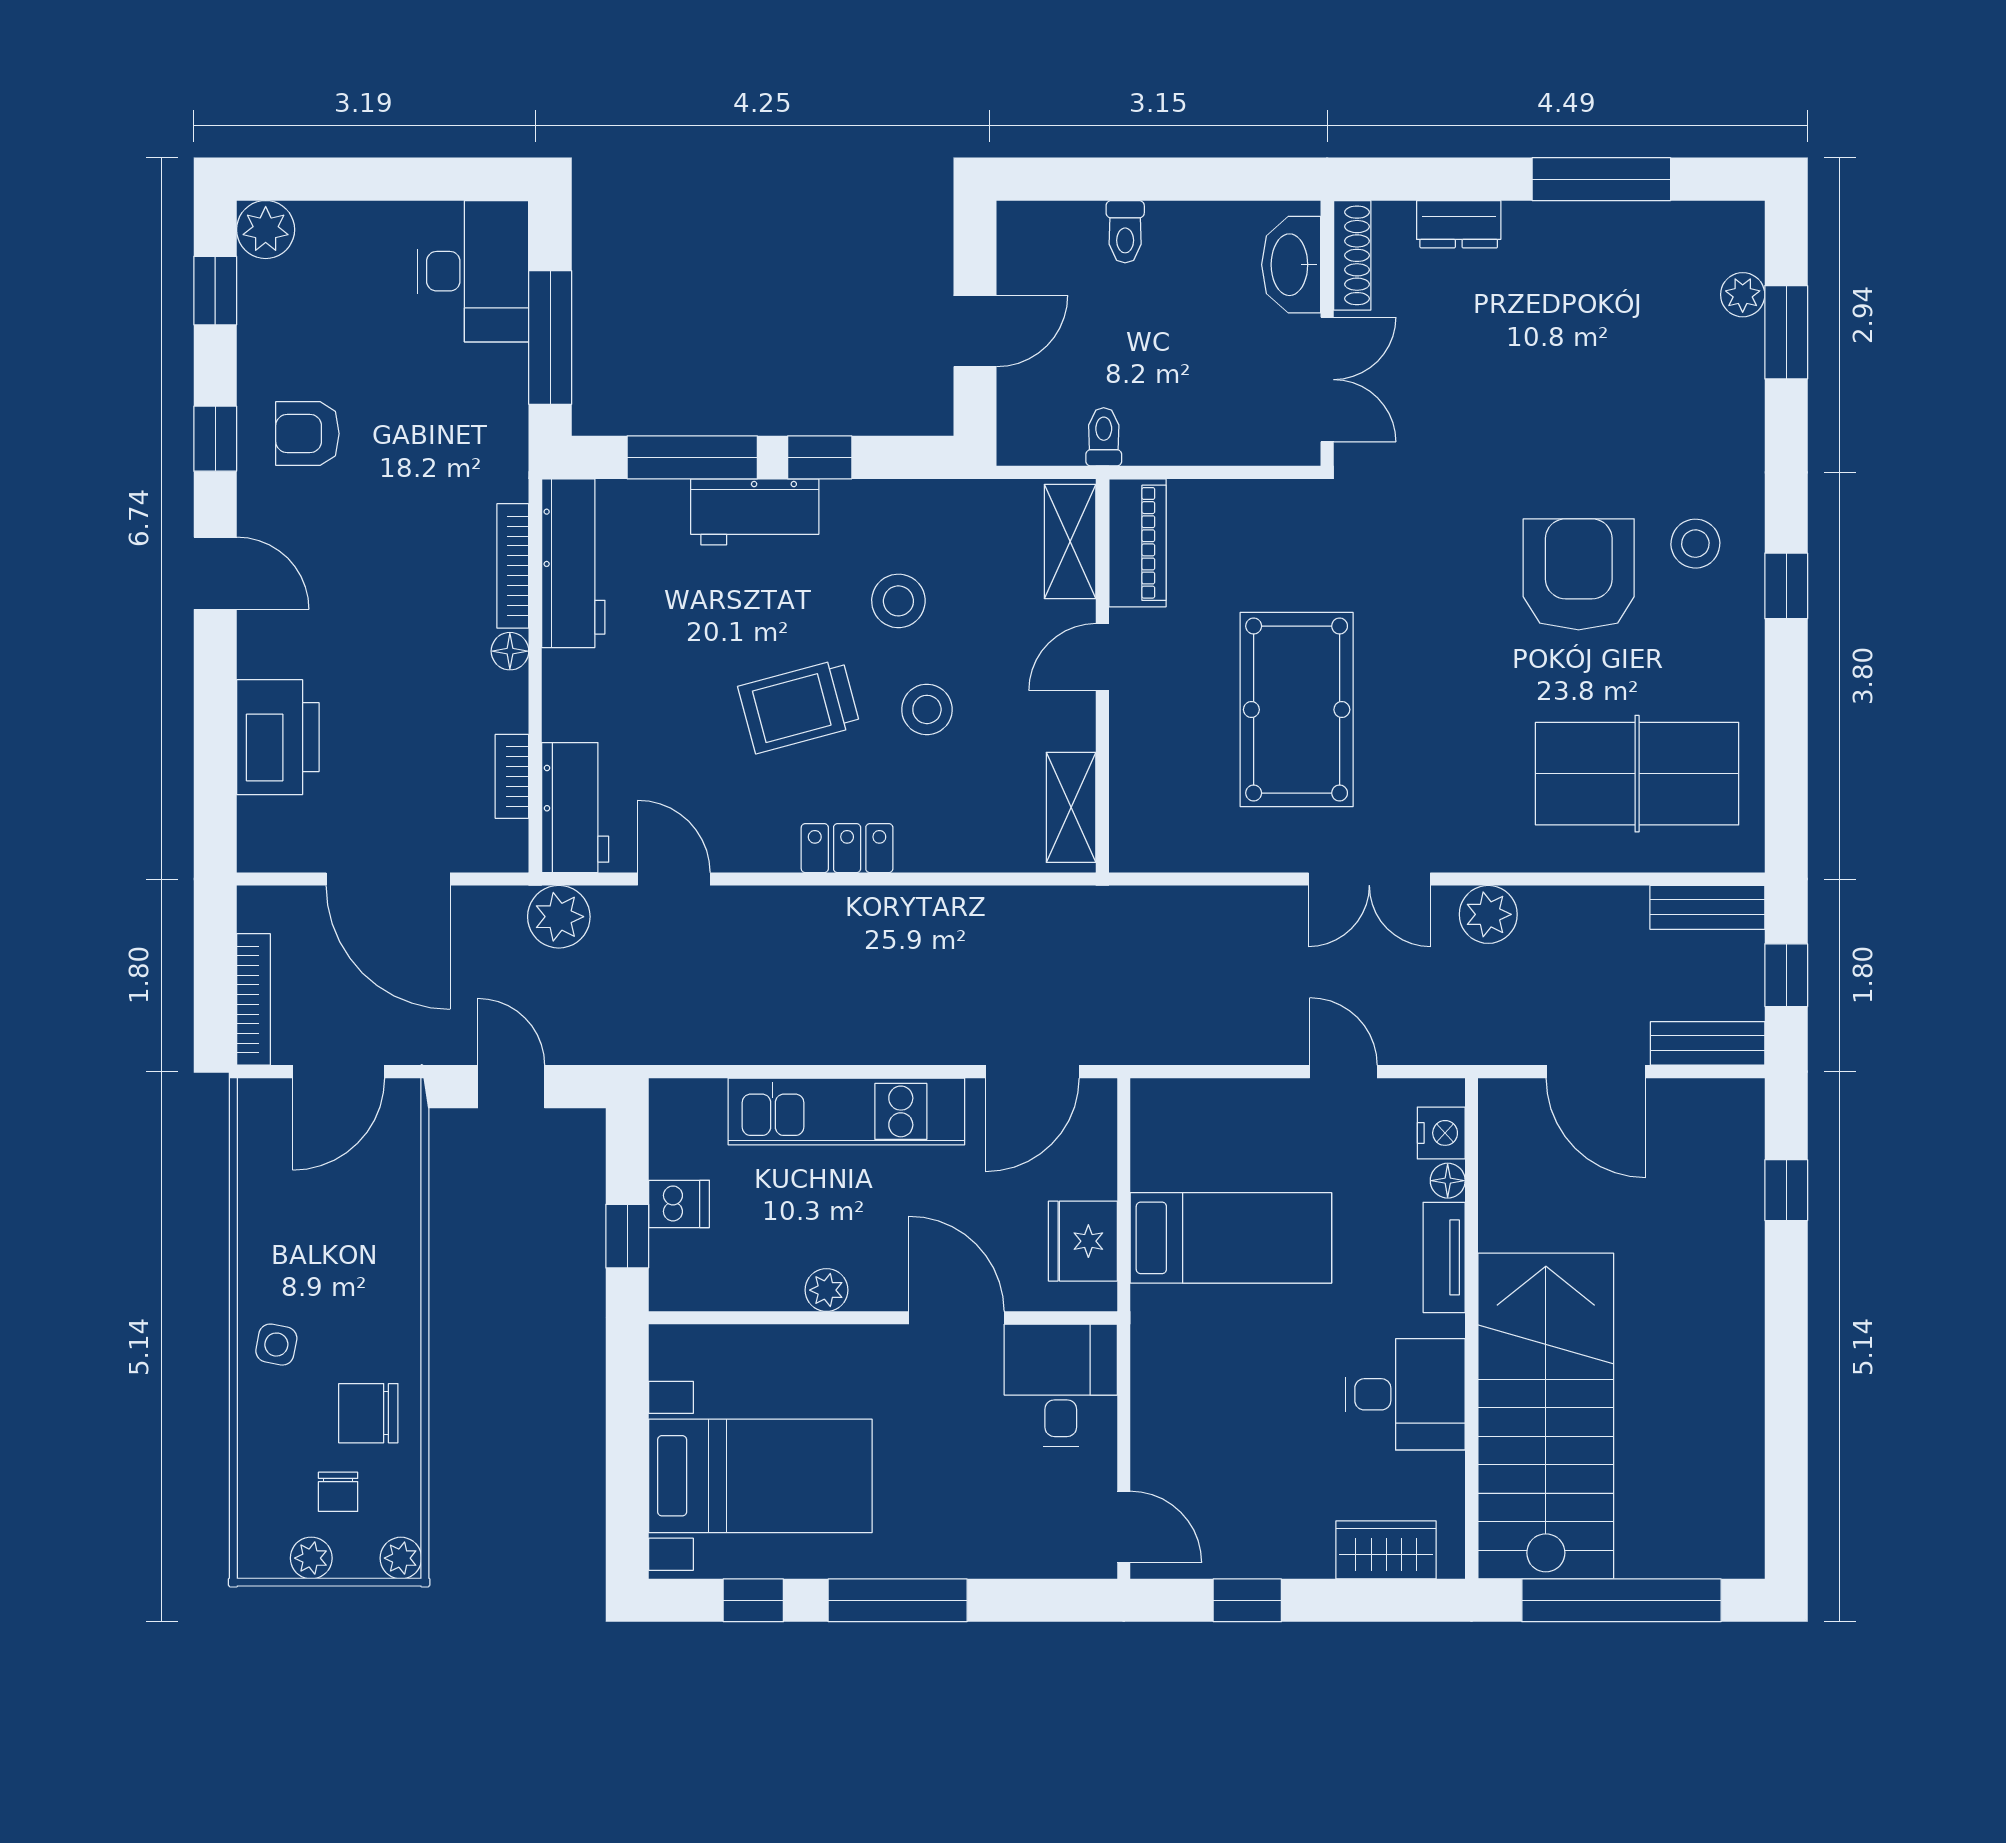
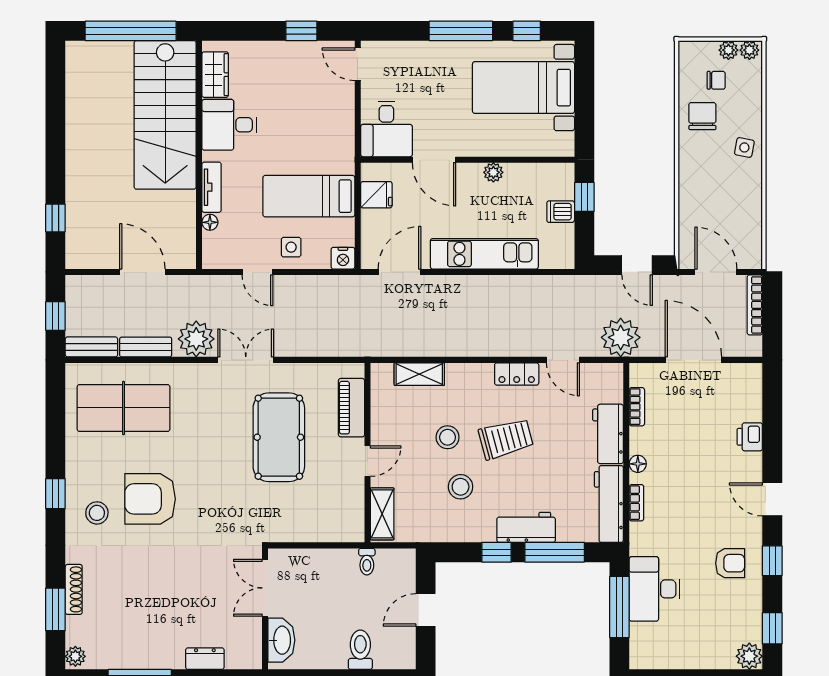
toilet: (1125, 232) -> (360, 650), width x1.37, depth x1.39
shoe rack: (1352, 255) -> (74, 589), moved, turned 180
desk: (473, 271) -> (655, 589), moved
plant: (1743, 295) -> (75, 656), moved
piano: (1137, 543) -> (351, 408), moved
bookcase: (513, 566) -> (636, 503), width x0.64
armchair: (1579, 574) -> (150, 499), turned 90
printer: (278, 737) -> (750, 437), width x0.53, depth x0.68
shelving: (1071, 807) -> (419, 374), moved, turned 90
workbench: (575, 808) -> (608, 434), moved
locker: (847, 848) -> (517, 374), moved
plant: (1488, 914) -> (196, 339), width x1.36, depth x1.36
plant: (559, 917) -> (621, 337), width x1.36, depth x1.36
bench: (1708, 1043) -> (146, 347), moved
door: (339, 1072) -> (716, 272), hinge flipped
side table: (1270, 1126) -> (291, 247), added
nightstand: (1441, 1133) -> (343, 258), moved, turned -90
fridge: (1083, 1241) -> (376, 195), width x0.72
chair: (368, 1413) -> (702, 116), turned -90
chair: (338, 1492) -> (716, 80), turned 90
wardrobe: (1386, 1550) -> (215, 75), moved, turned -90
plant: (401, 1558) -> (749, 50), moved

